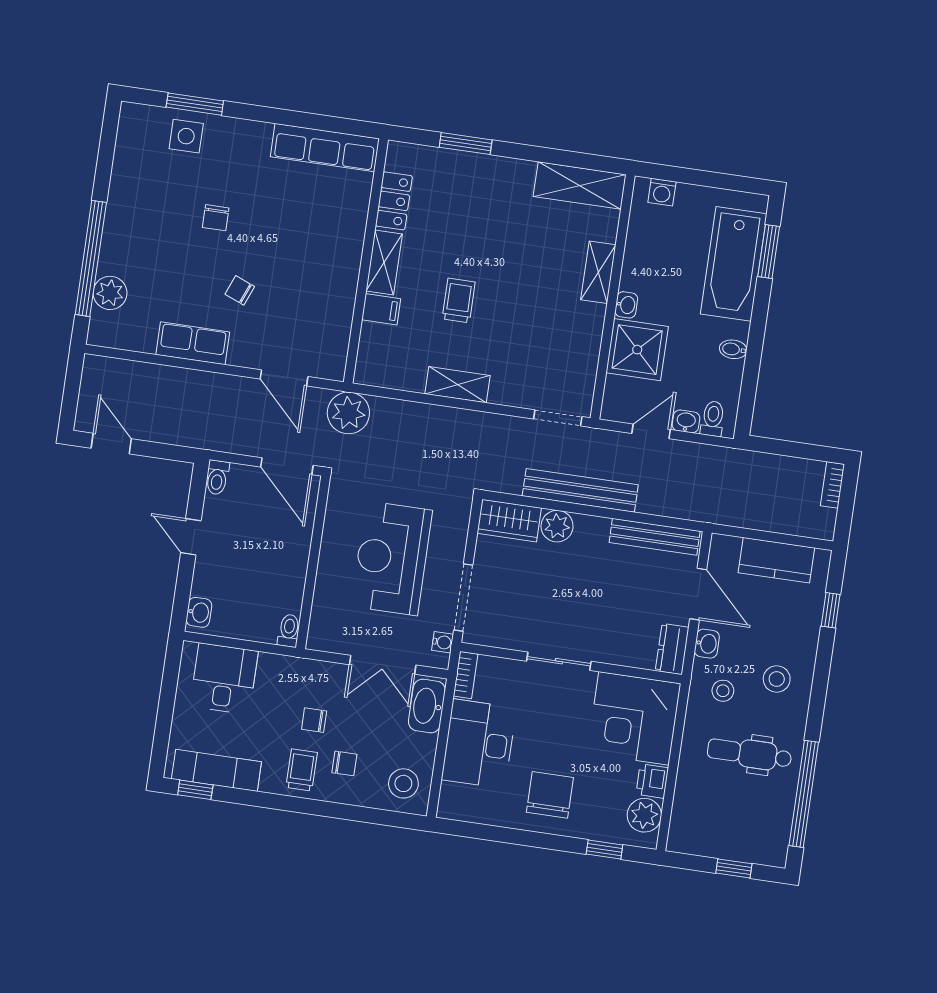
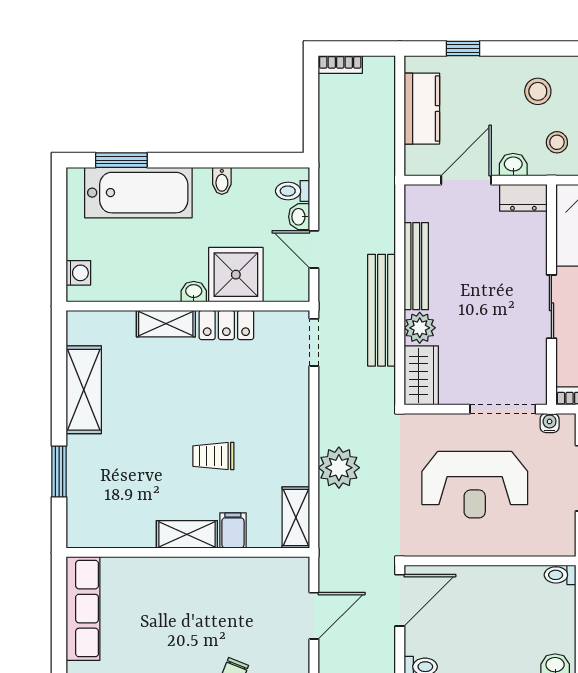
shelving: (580, 185) -> (84, 390), moved
locker: (394, 201) -> (226, 325), moved, turned 180
shelving: (458, 385) -> (296, 517), moved
plant: (348, 413) -> (339, 468), moved
bench: (655, 537) -> (416, 266), moved

